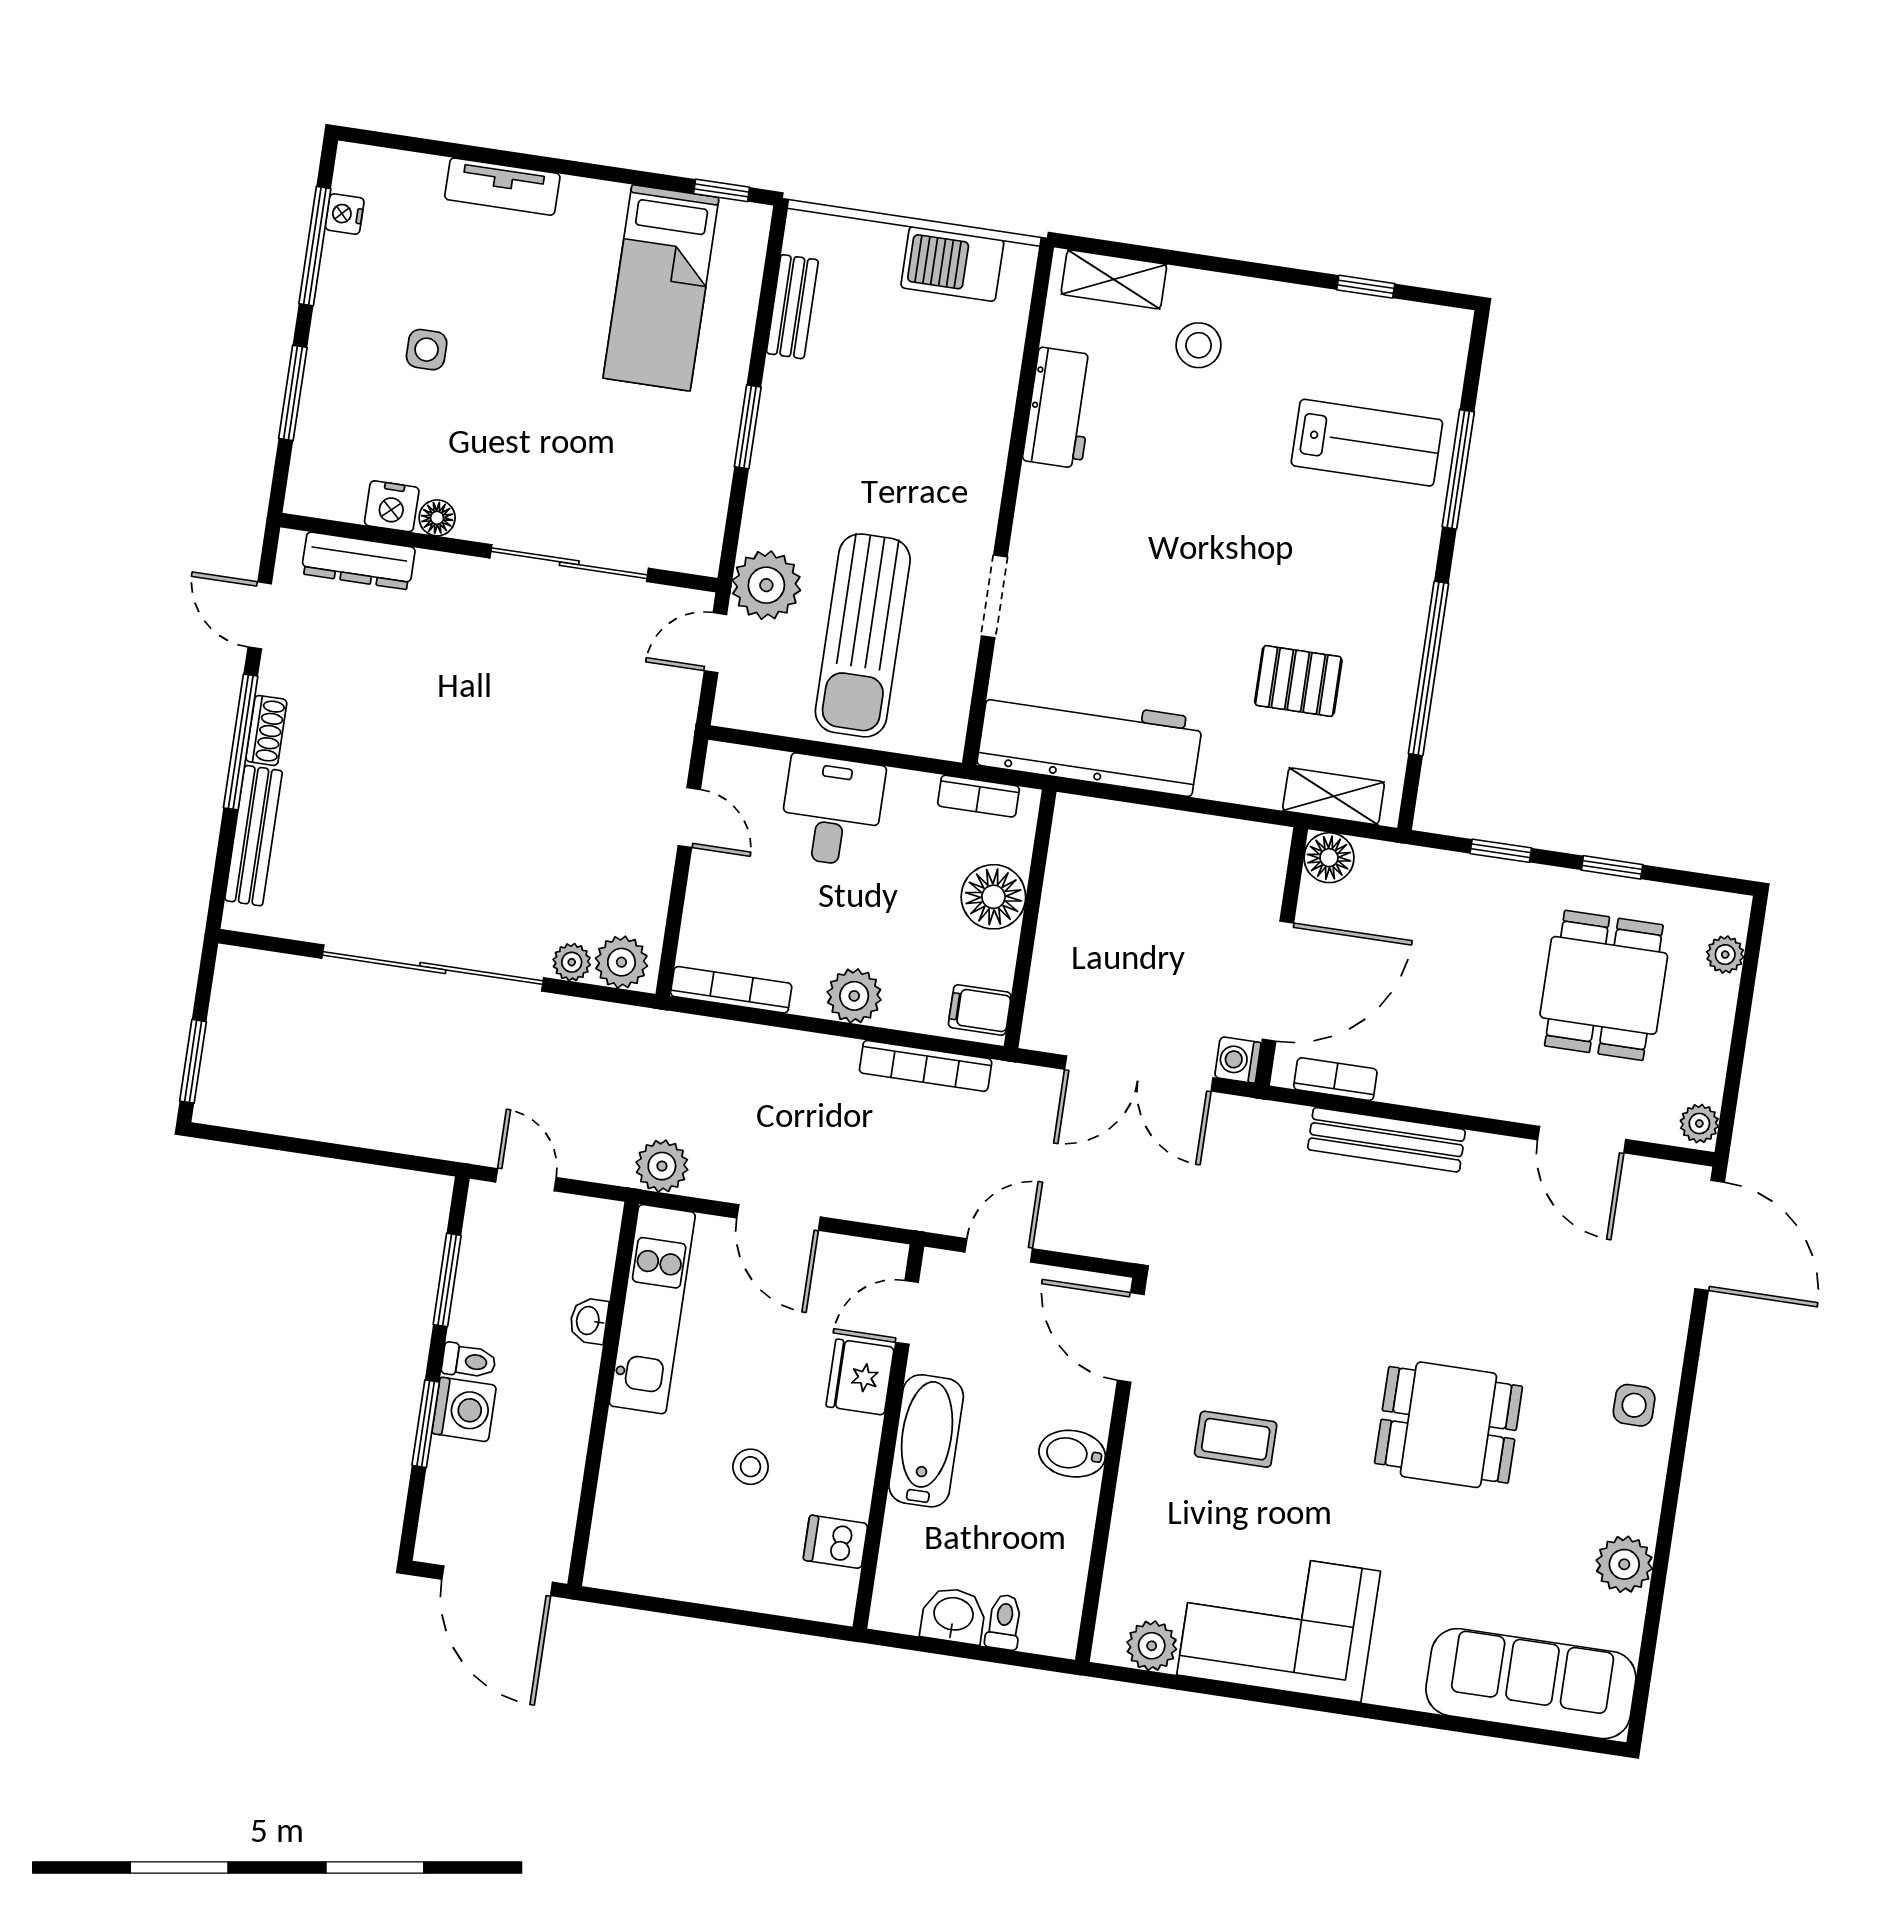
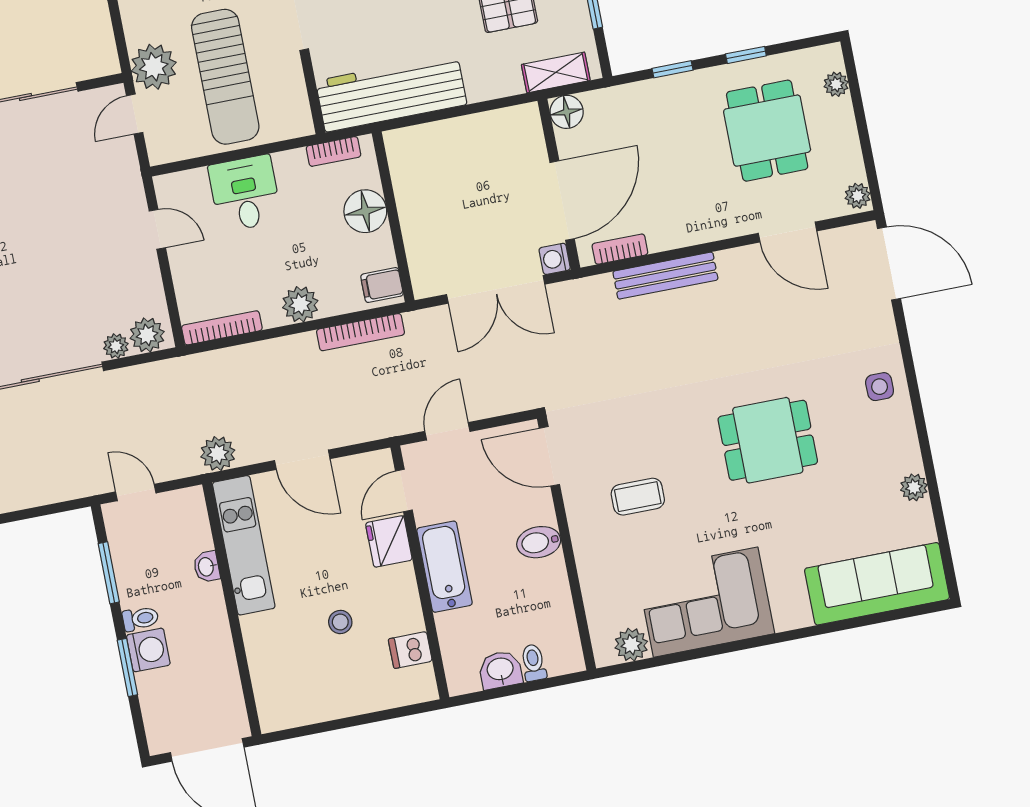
plant: (1624, 1564) -> (914, 487), width x0.73, depth x0.73

